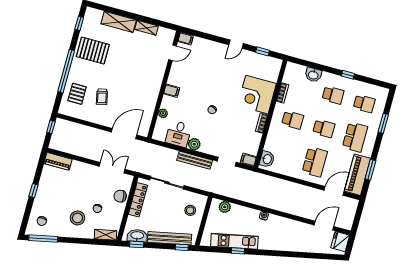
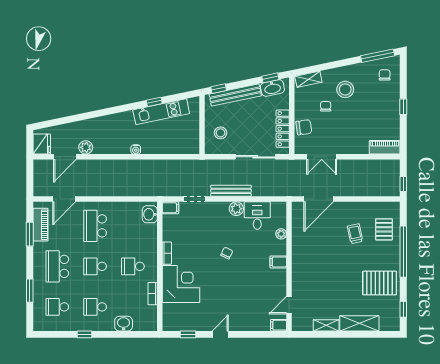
piano: (357, 175) -> (40, 225), width x0.73, depth x0.75
plant: (225, 207) -> (86, 147), moved

